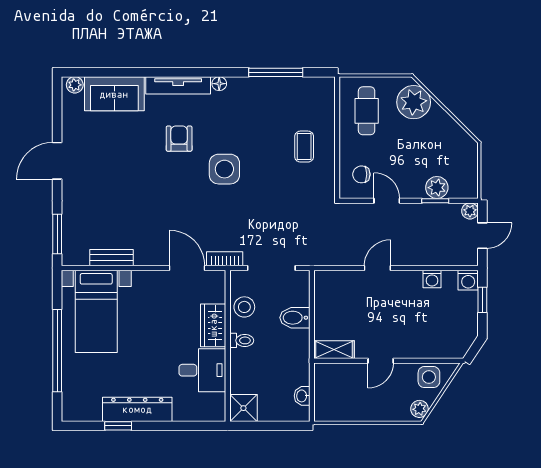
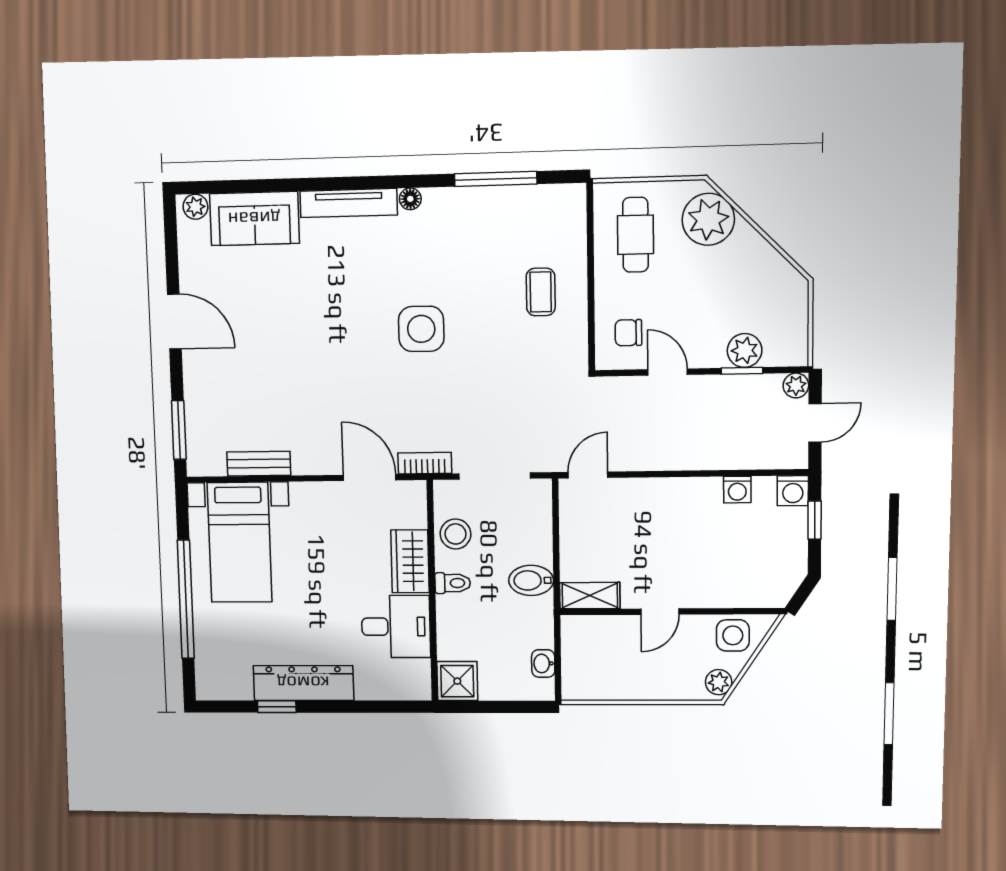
armchair: (179, 139) -> (352, 284), removed
door: (57, 161) -> (174, 321), swing flipped
door: (377, 268) -> (588, 475), moved
bidet: (295, 318) -> (531, 580), moved

